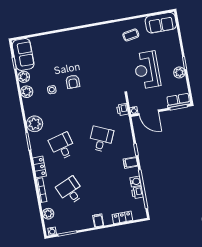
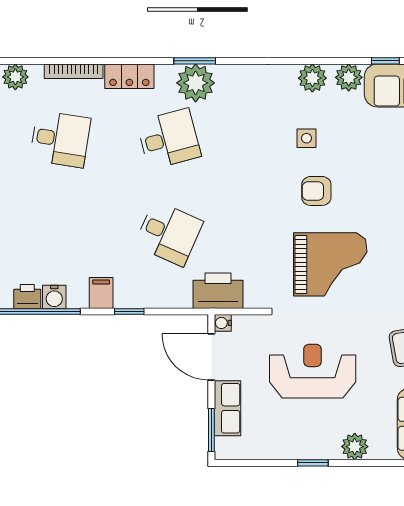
grand piano: (102, 71) -> (330, 264), added
plant: (179, 72) -> (355, 447), moved
row of seats: (178, 100) -> (227, 408), moved
printer: (122, 110) -> (218, 291), width x1.87, depth x1.48
door: (149, 113) -> (211, 357), hinge flipped
plant: (35, 124) -> (196, 83), moved
desk: (70, 191) -> (60, 139), turned 33

